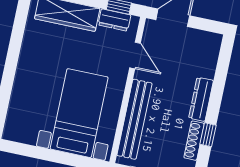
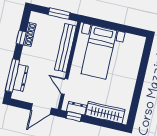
window: (221, 72) -> (12, 76), added
dresser: (201, 99) -> (21, 78), moved

